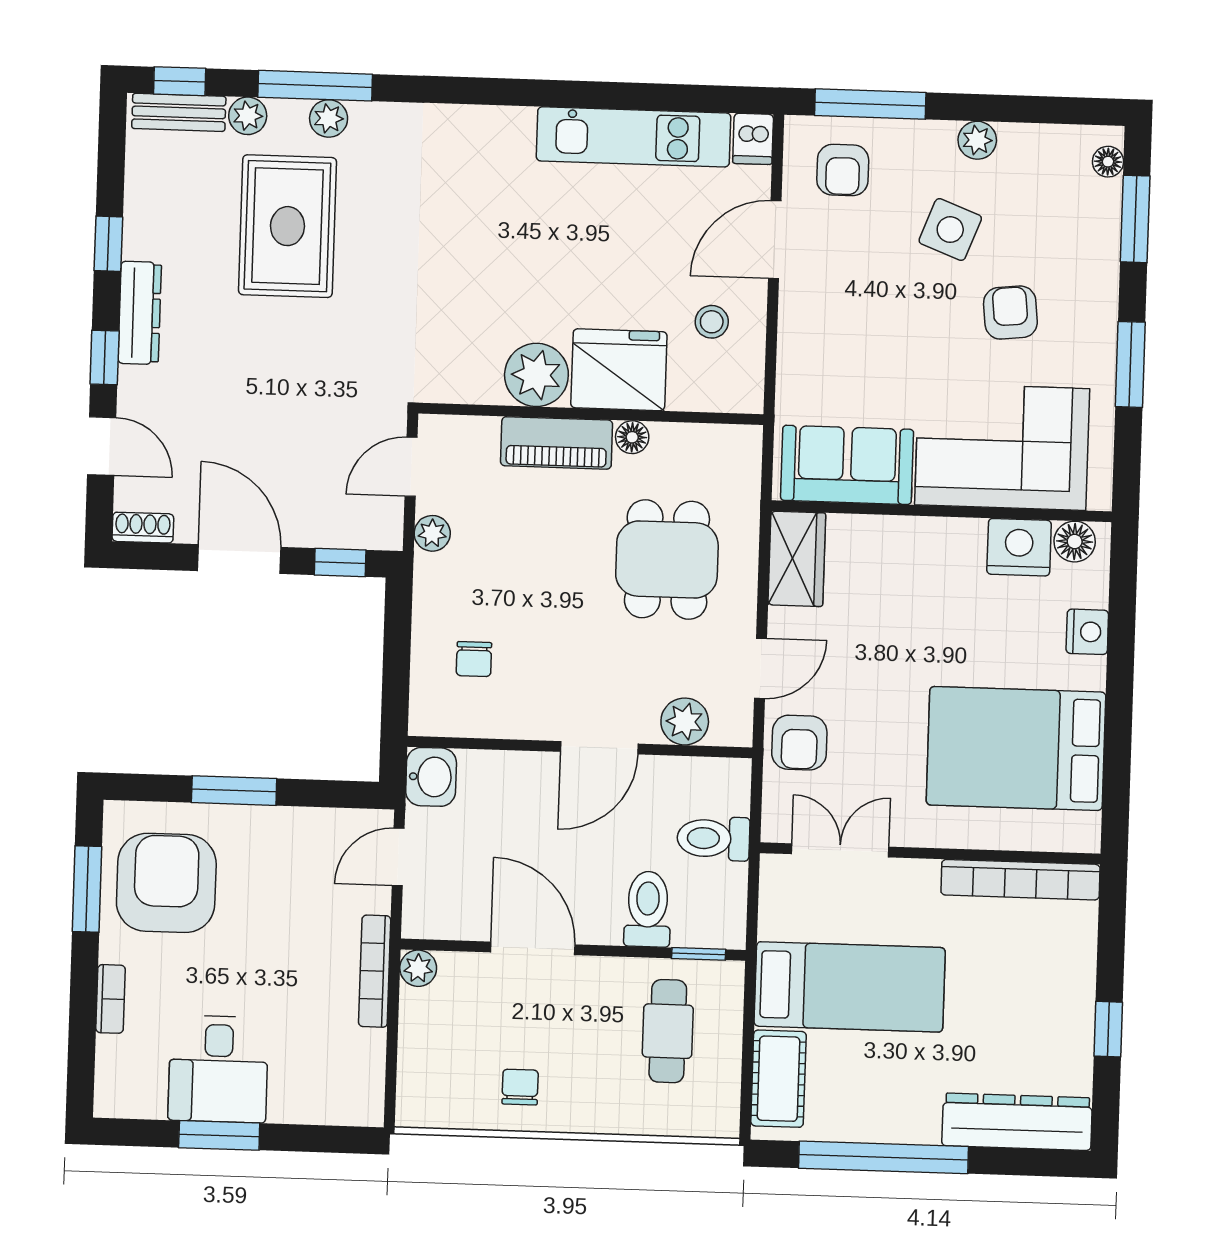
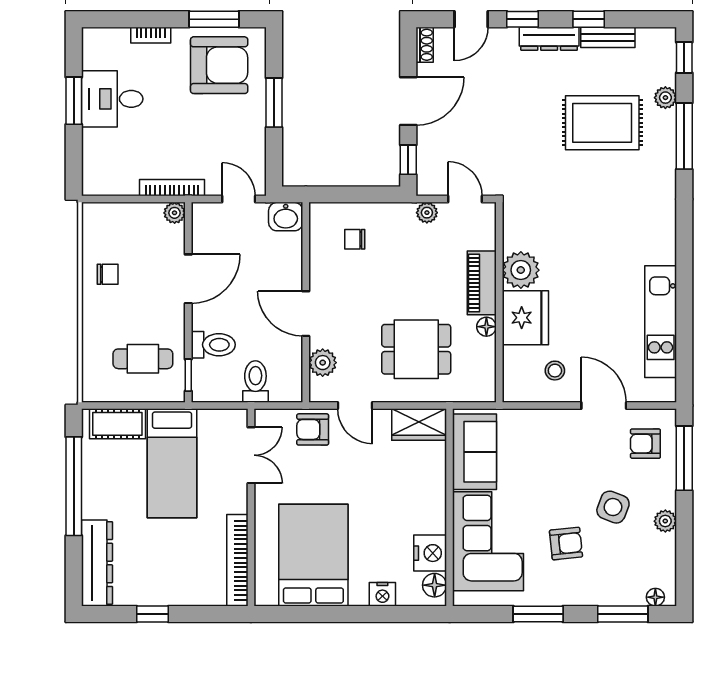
bench: (179, 112) -> (608, 37), moved, turned 90
plant: (329, 118) -> (665, 145), removed
dishwasher: (753, 139) -> (662, 391), removed

